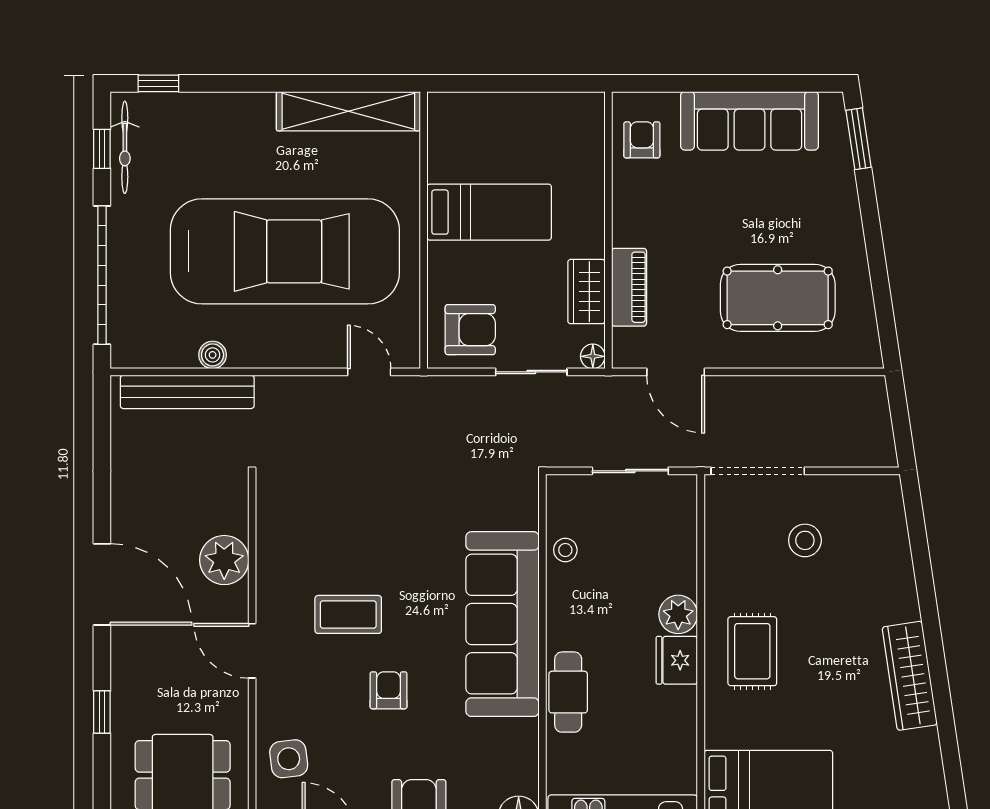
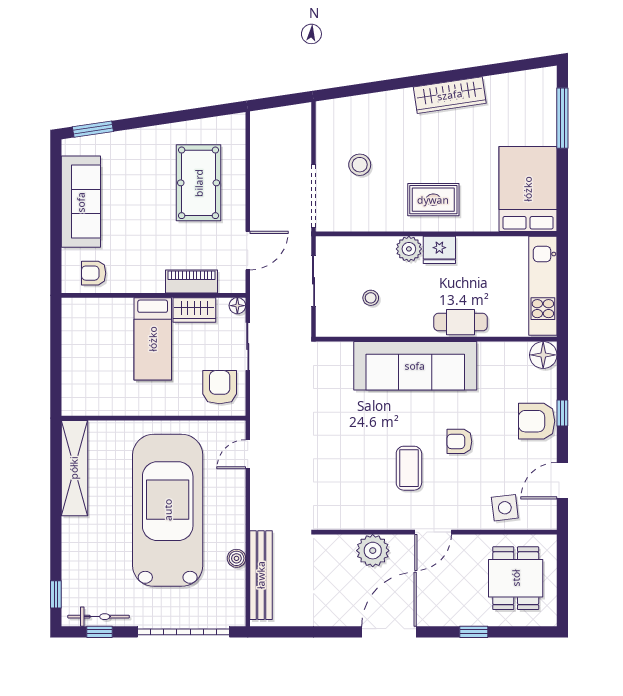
bed: (489, 212) -> (153, 339), moved, turned 180
stool: (565, 550) -> (371, 298), moved

